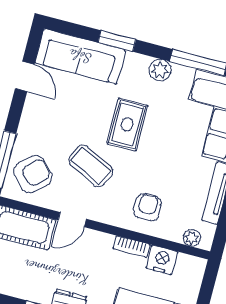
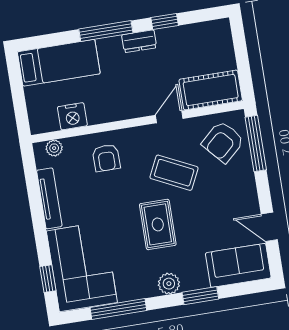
sofa: (80, 56) -> (238, 265), width x0.73
plant: (160, 70) -> (169, 284), moved
bookcase: (131, 247) -> (105, 116), removed

